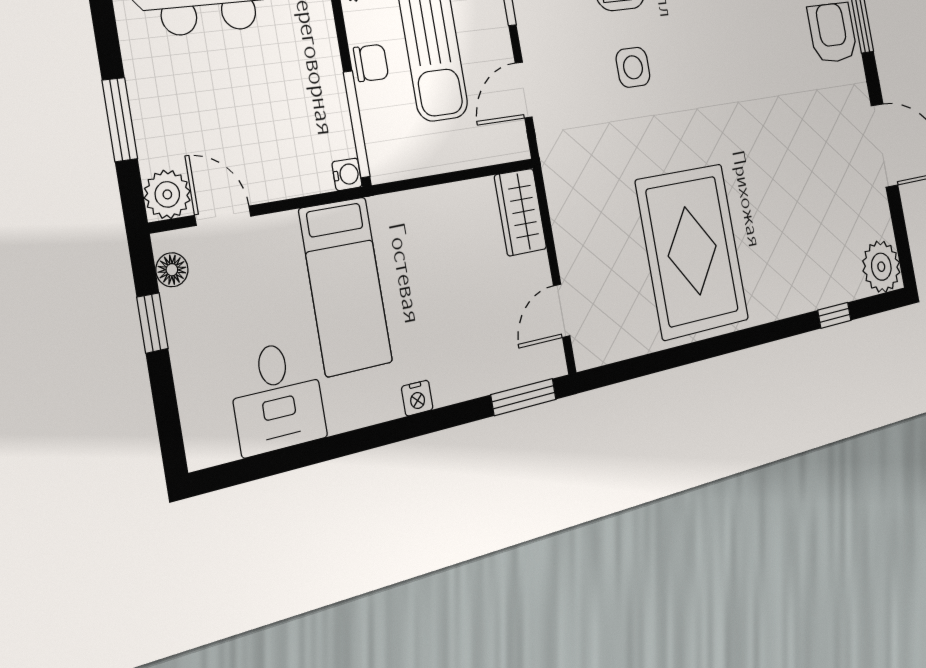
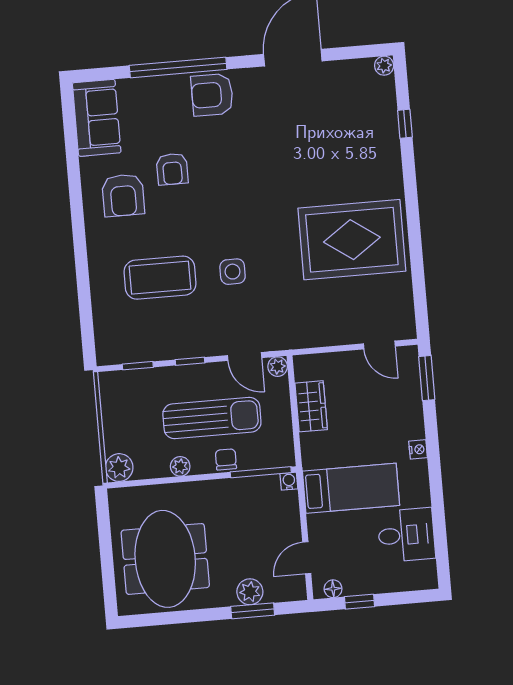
plant: (515, 145) -> (278, 367), added
plant: (167, 194) -> (250, 592), moved
wardrobe: (520, 212) -> (311, 406), moved, turned -90
plant: (881, 267) -> (384, 66), width x0.53, depth x0.53

